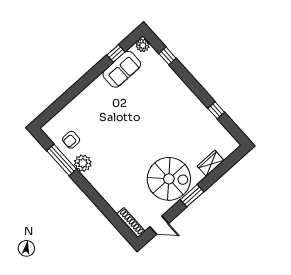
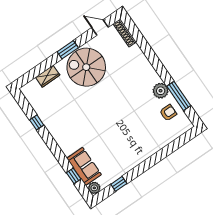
sofa: (122, 69) -> (84, 166), moved, turned 90

